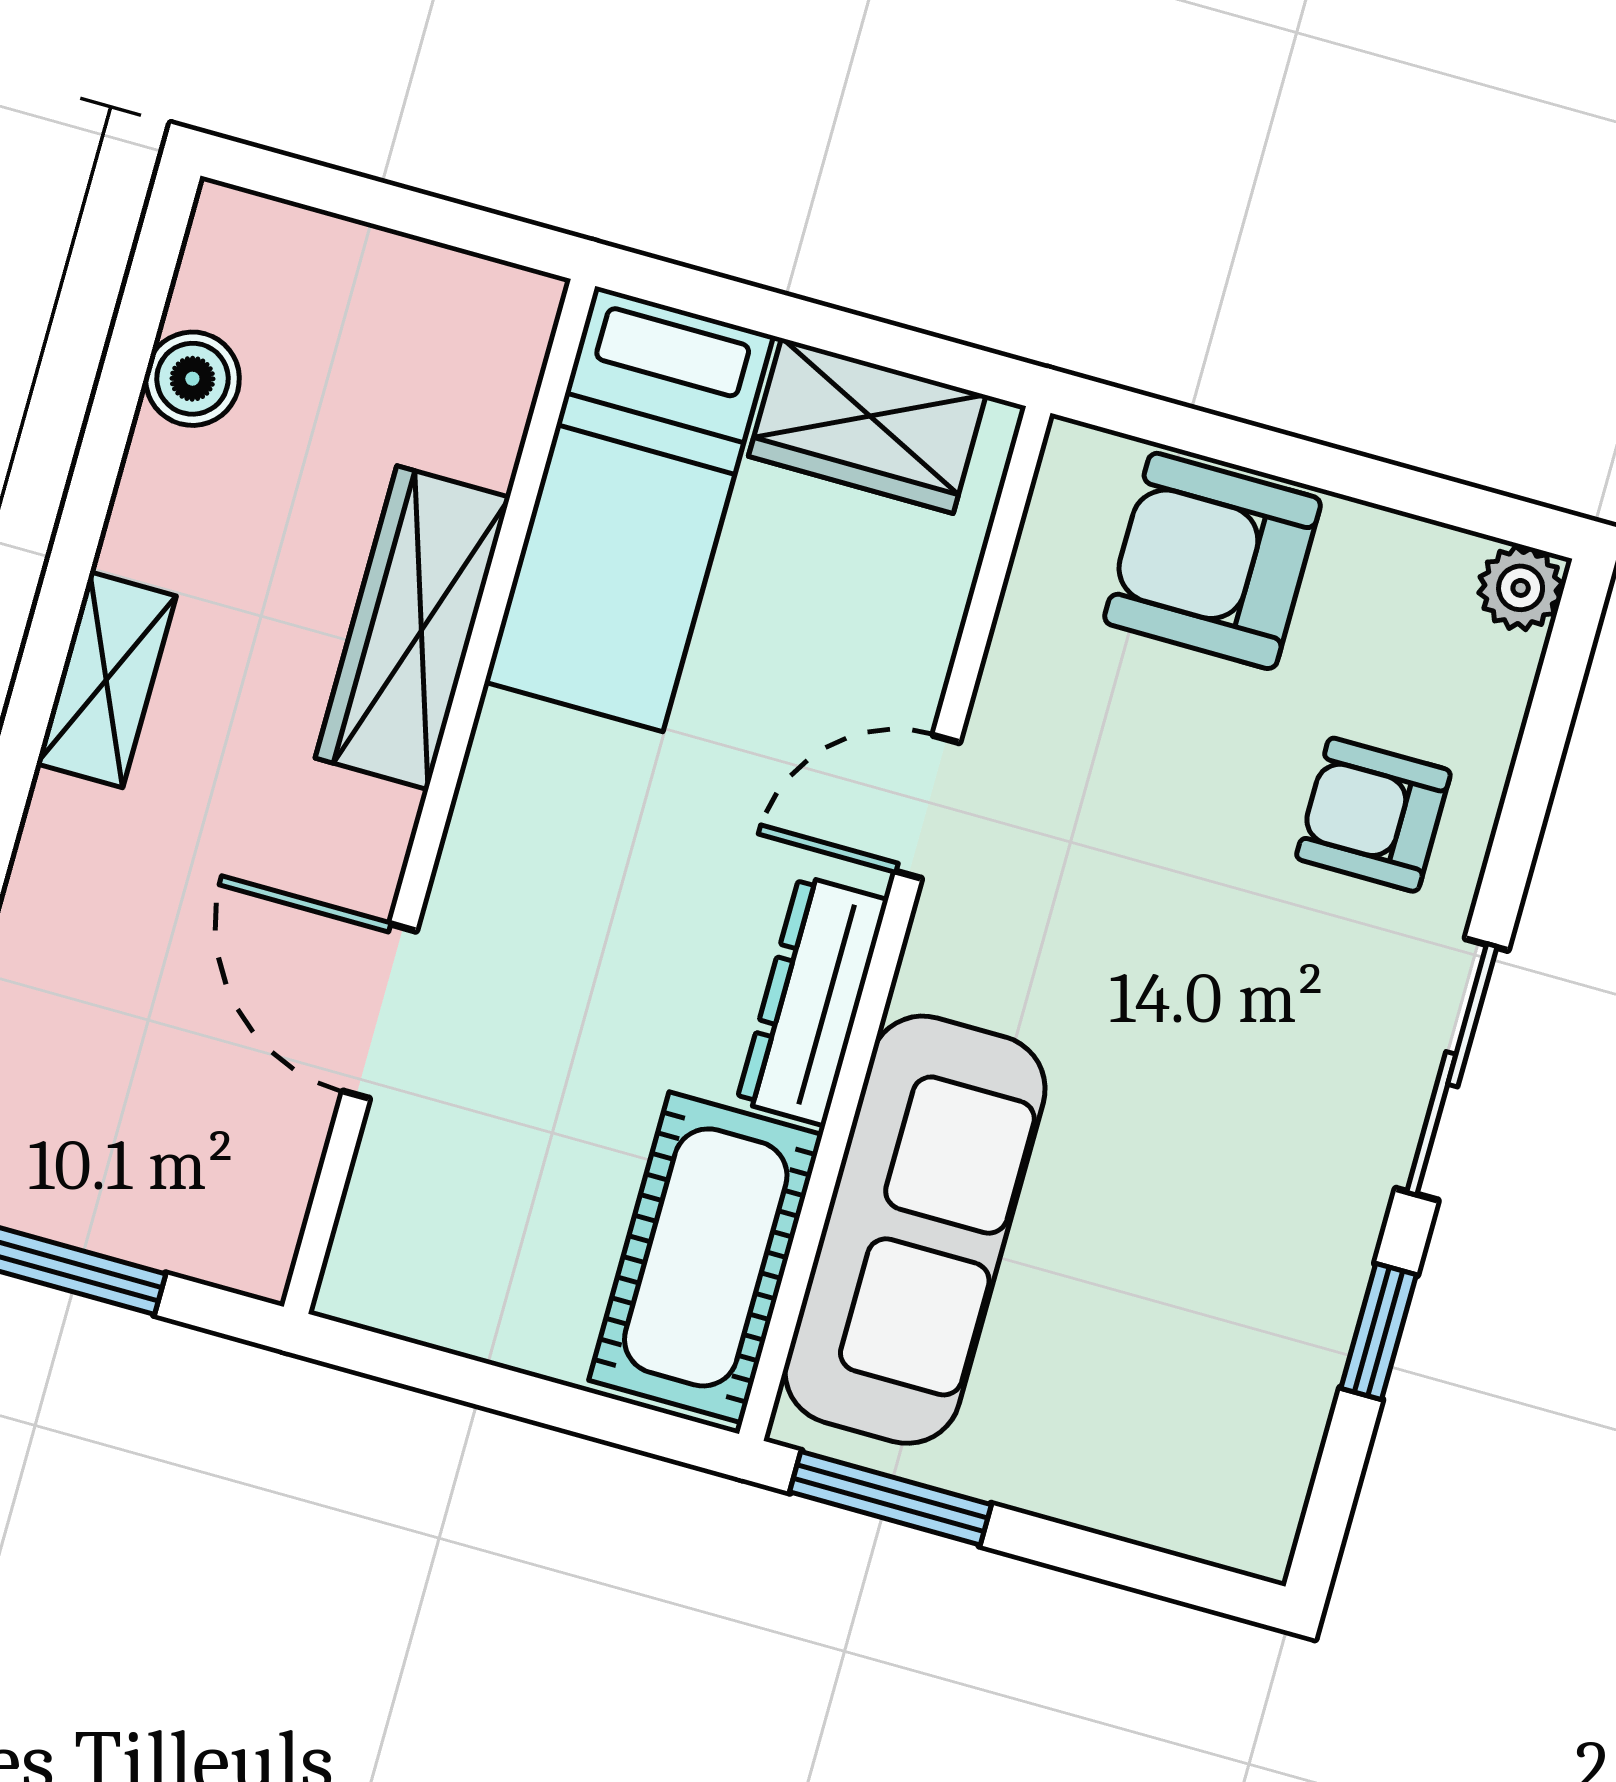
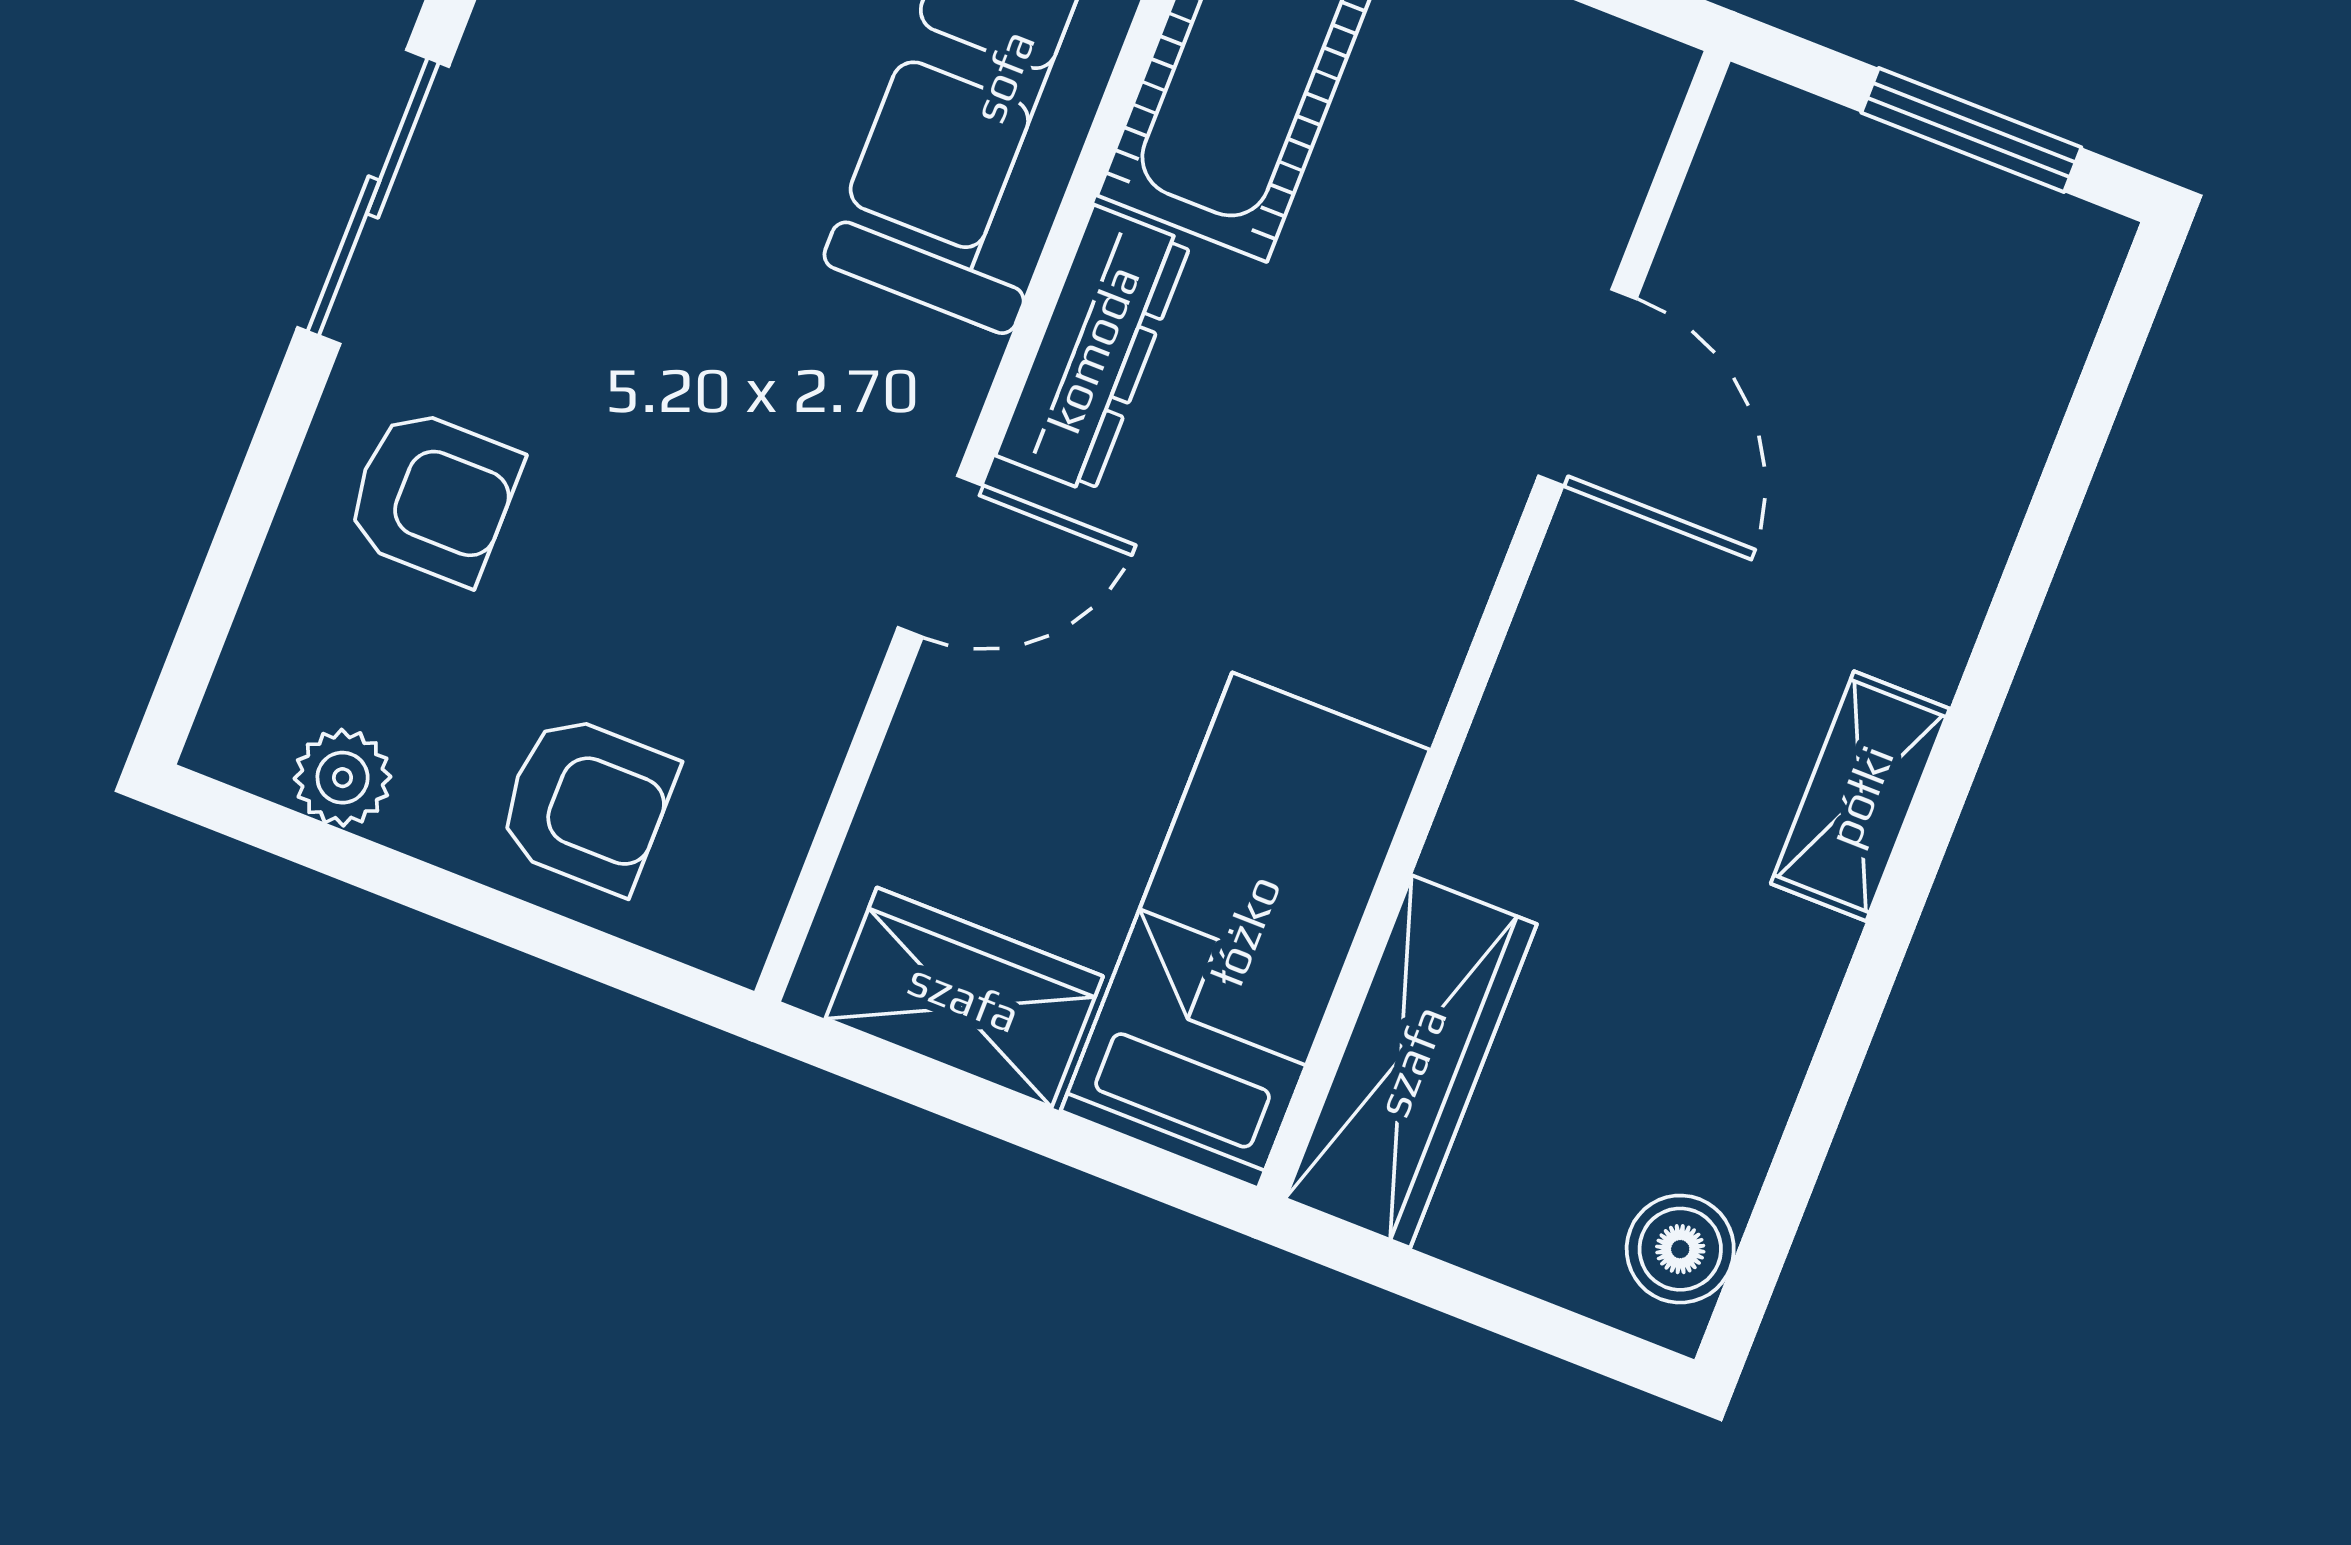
boiler: (192, 379) -> (1680, 1249), moved
armchair: (1213, 561) -> (587, 804), width x0.72, depth x0.72
plant: (1521, 588) -> (343, 778), moved
wardrobe: (412, 628) -> (1411, 1061), moved

